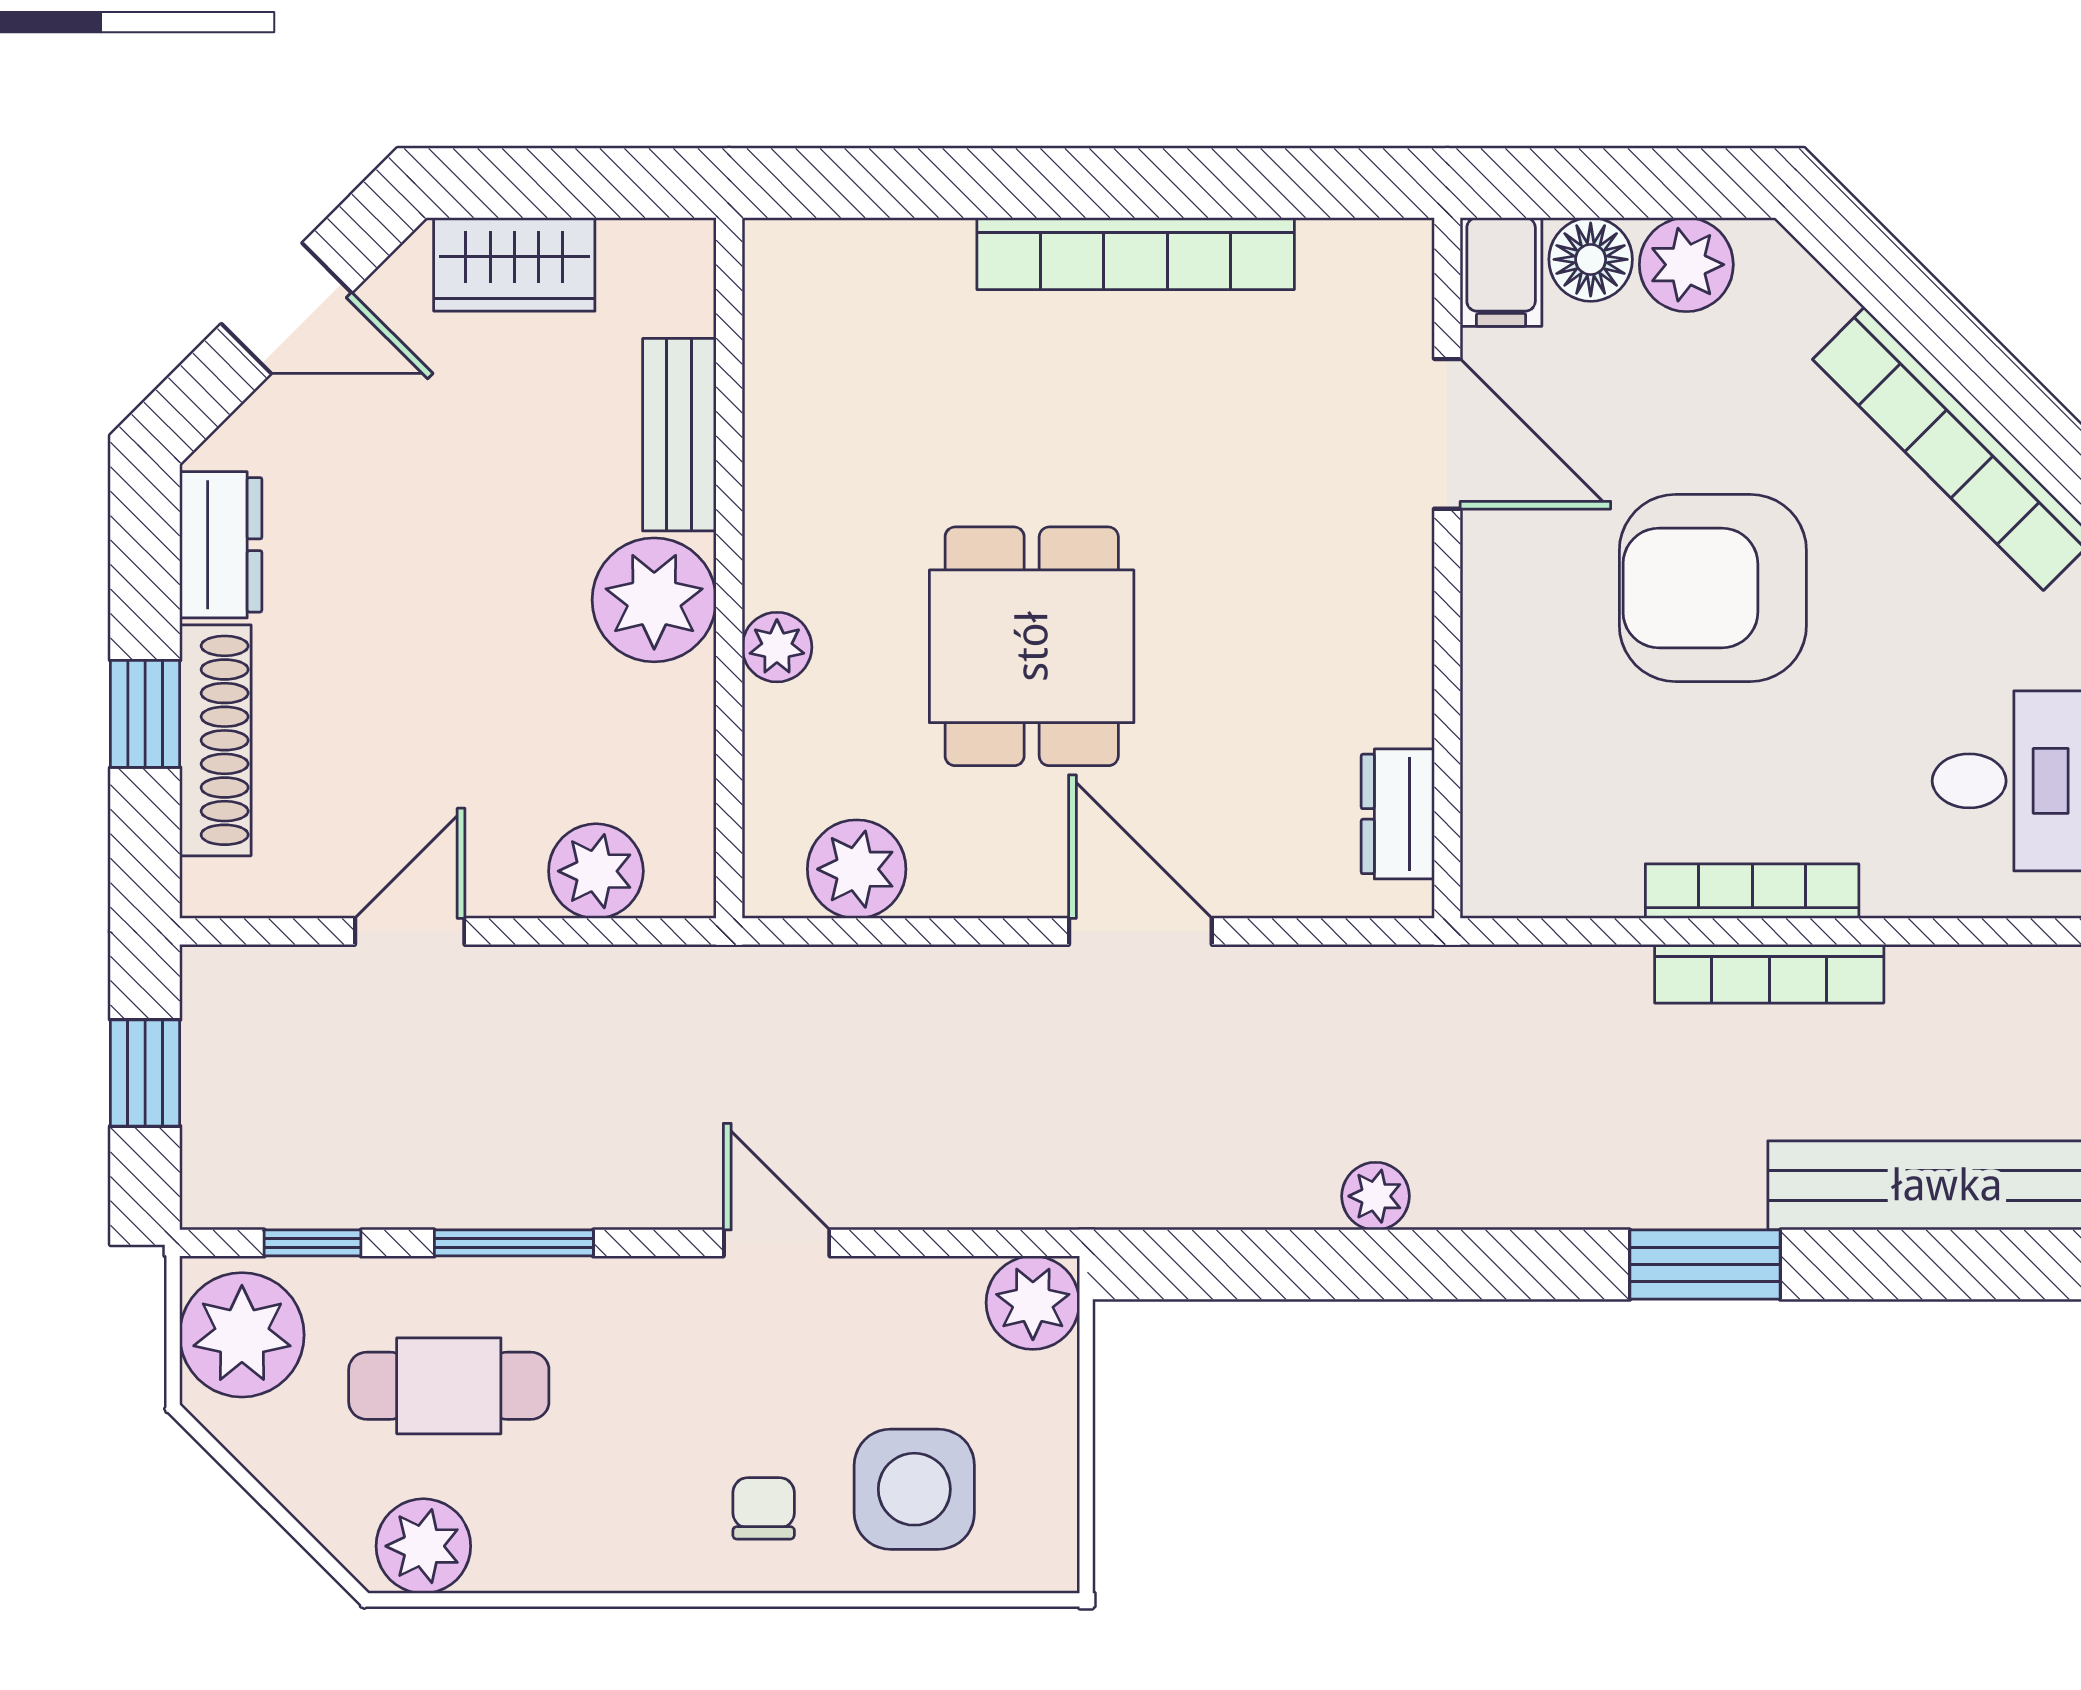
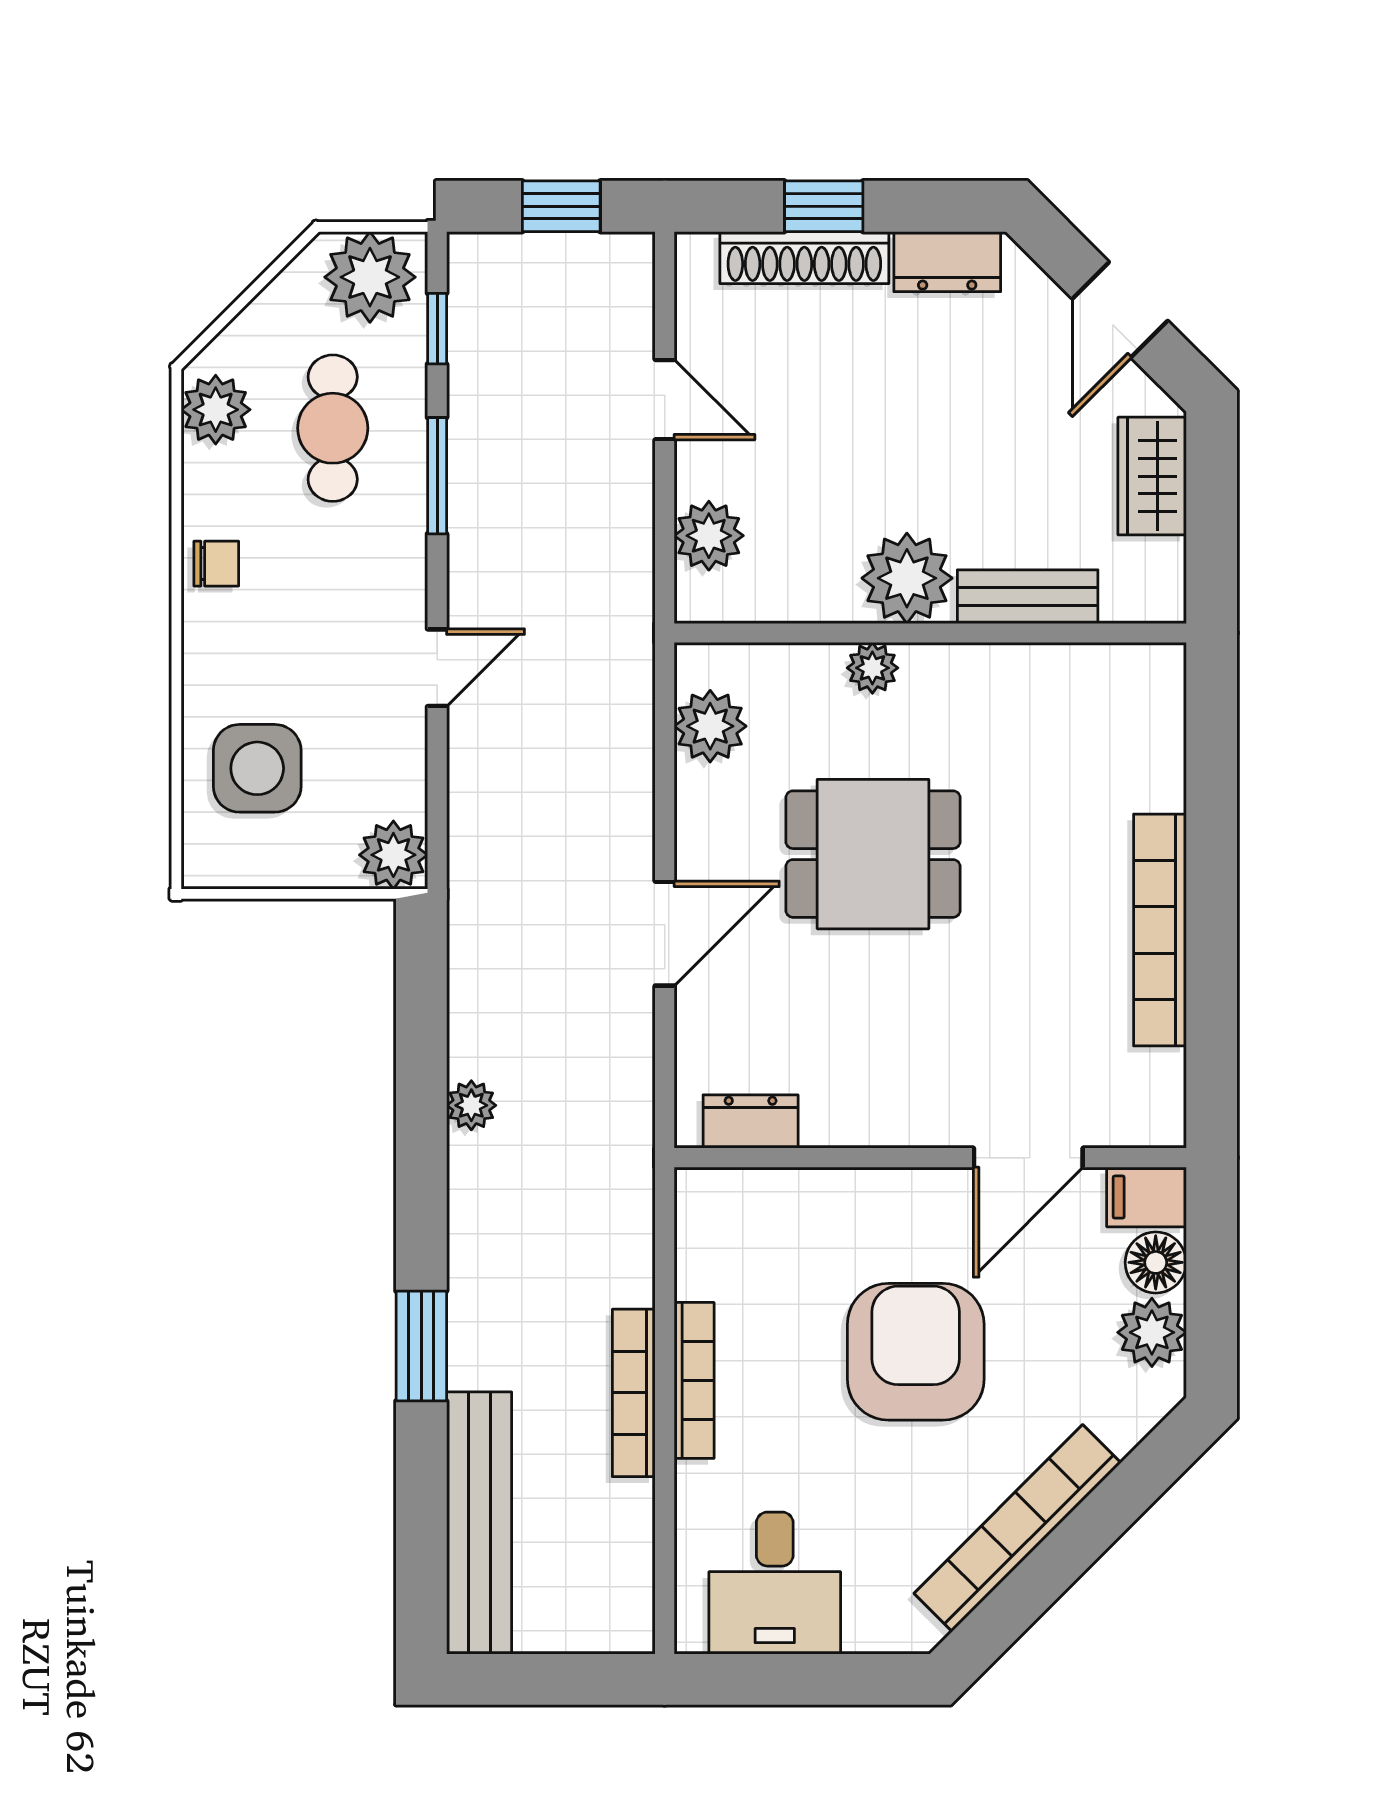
chair: (764, 1508) -> (216, 564), moved

